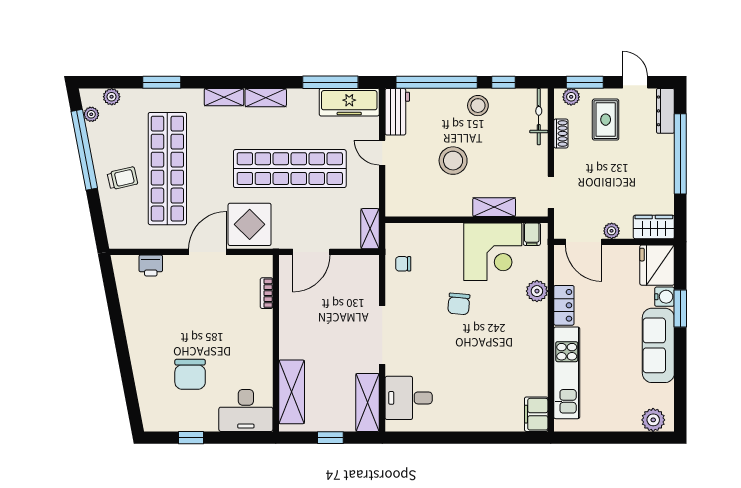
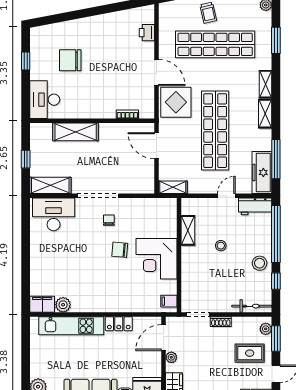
shoe rack: (561, 133) -> (221, 322), moved
stool: (453, 161) -> (221, 246), width x0.53, depth x0.53
shelving: (494, 207) -> (188, 230), moved
corner desk: (493, 252) -> (157, 259), moved
chair: (403, 264) -> (109, 220), moved
plant: (537, 291) -> (63, 305), moved
shelving: (292, 392) -> (76, 132), moved
desk: (409, 398) -> (54, 214), width x1.37

